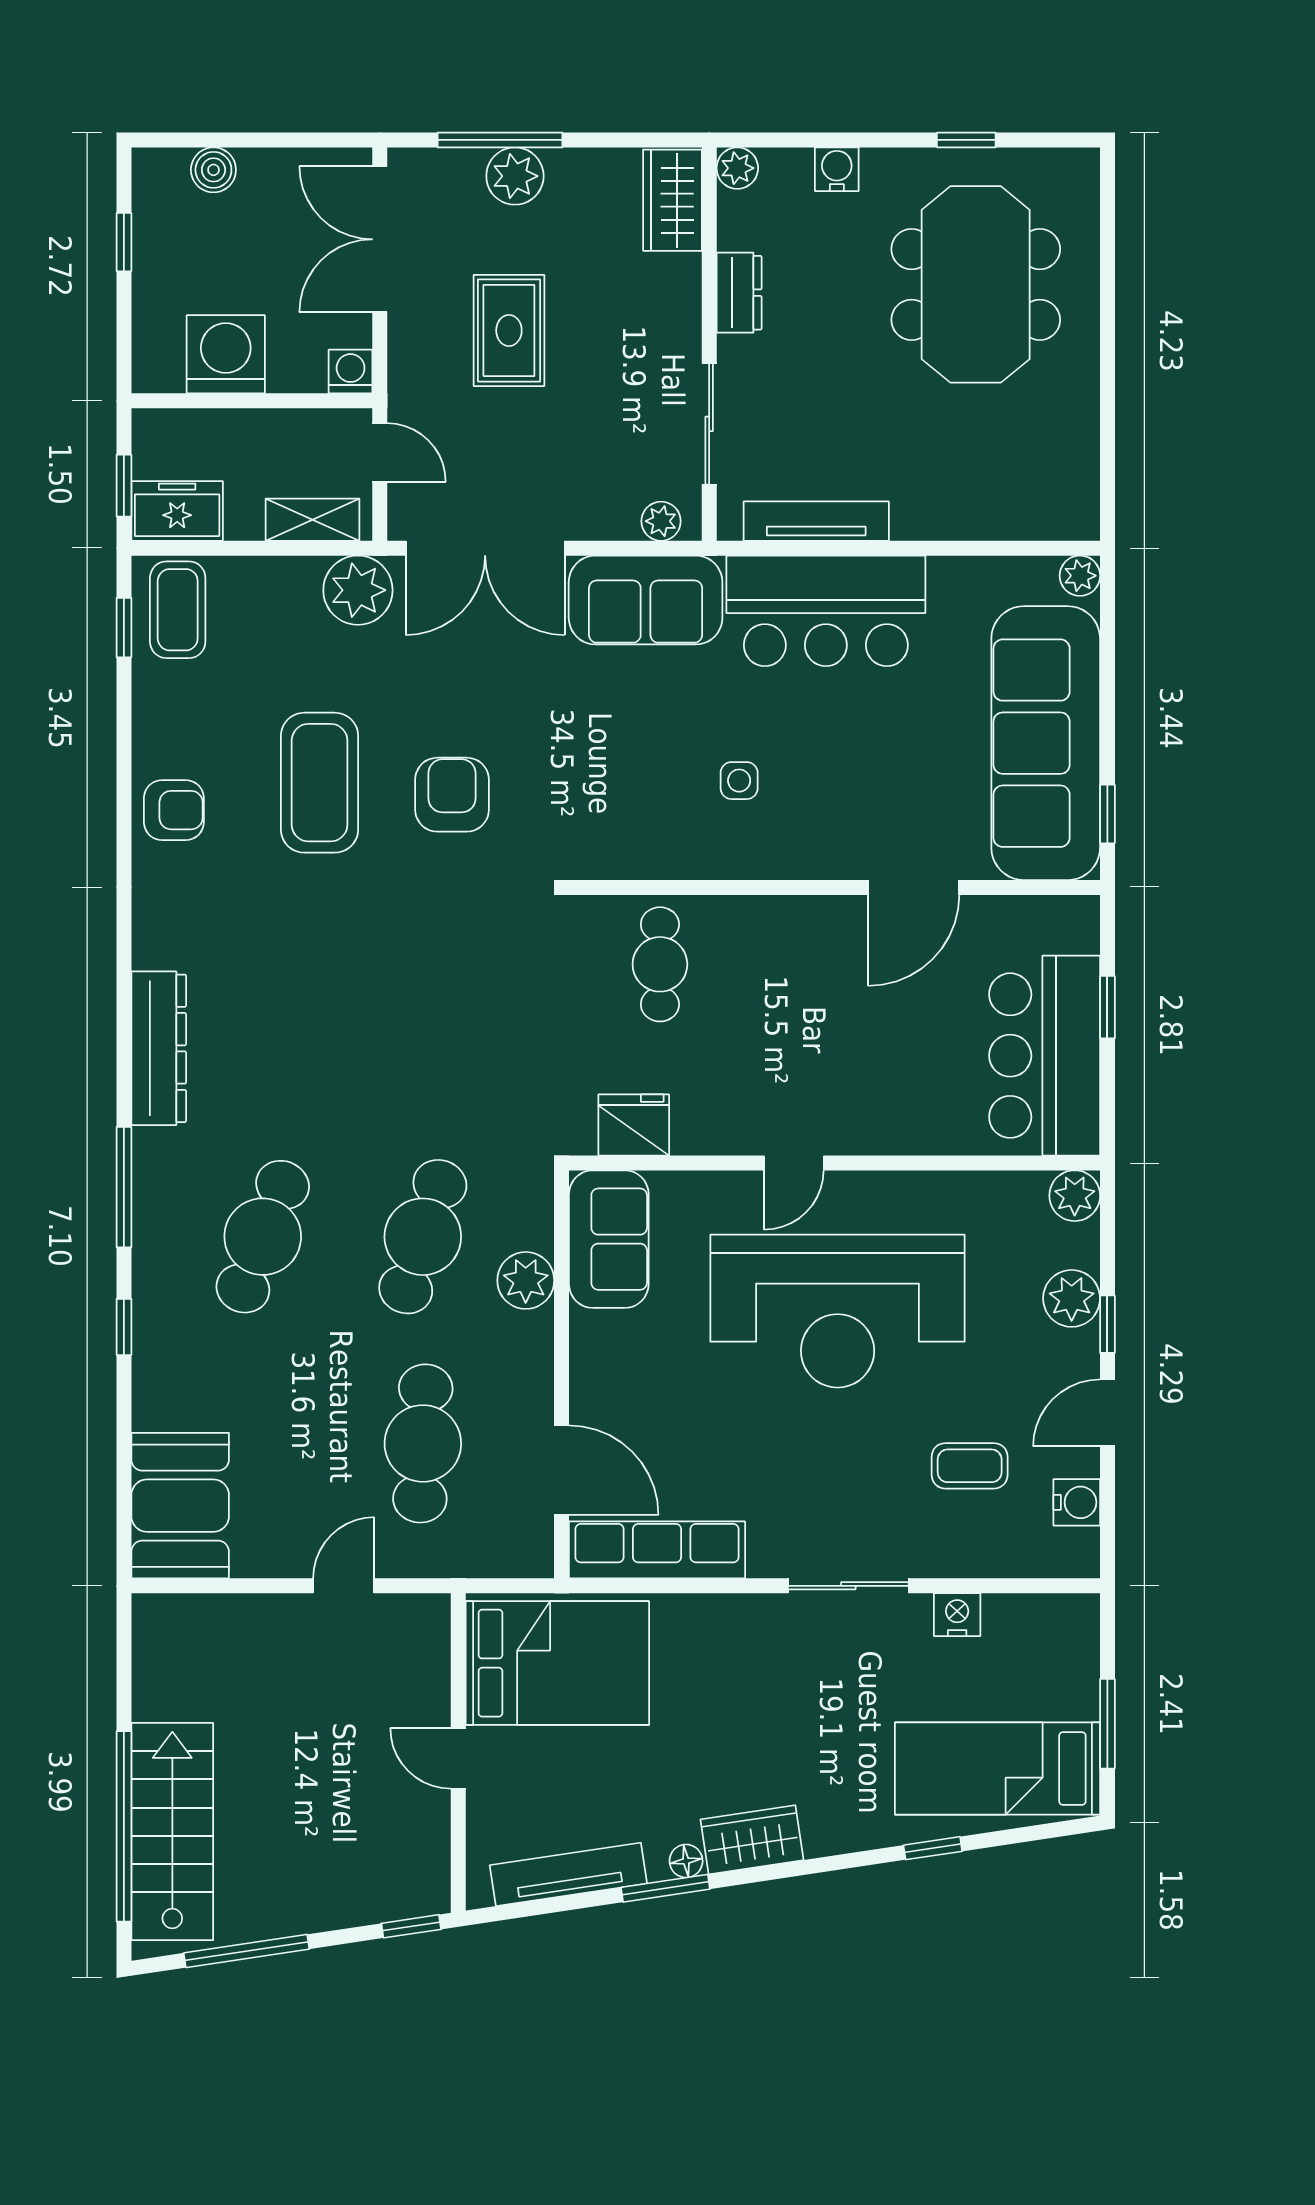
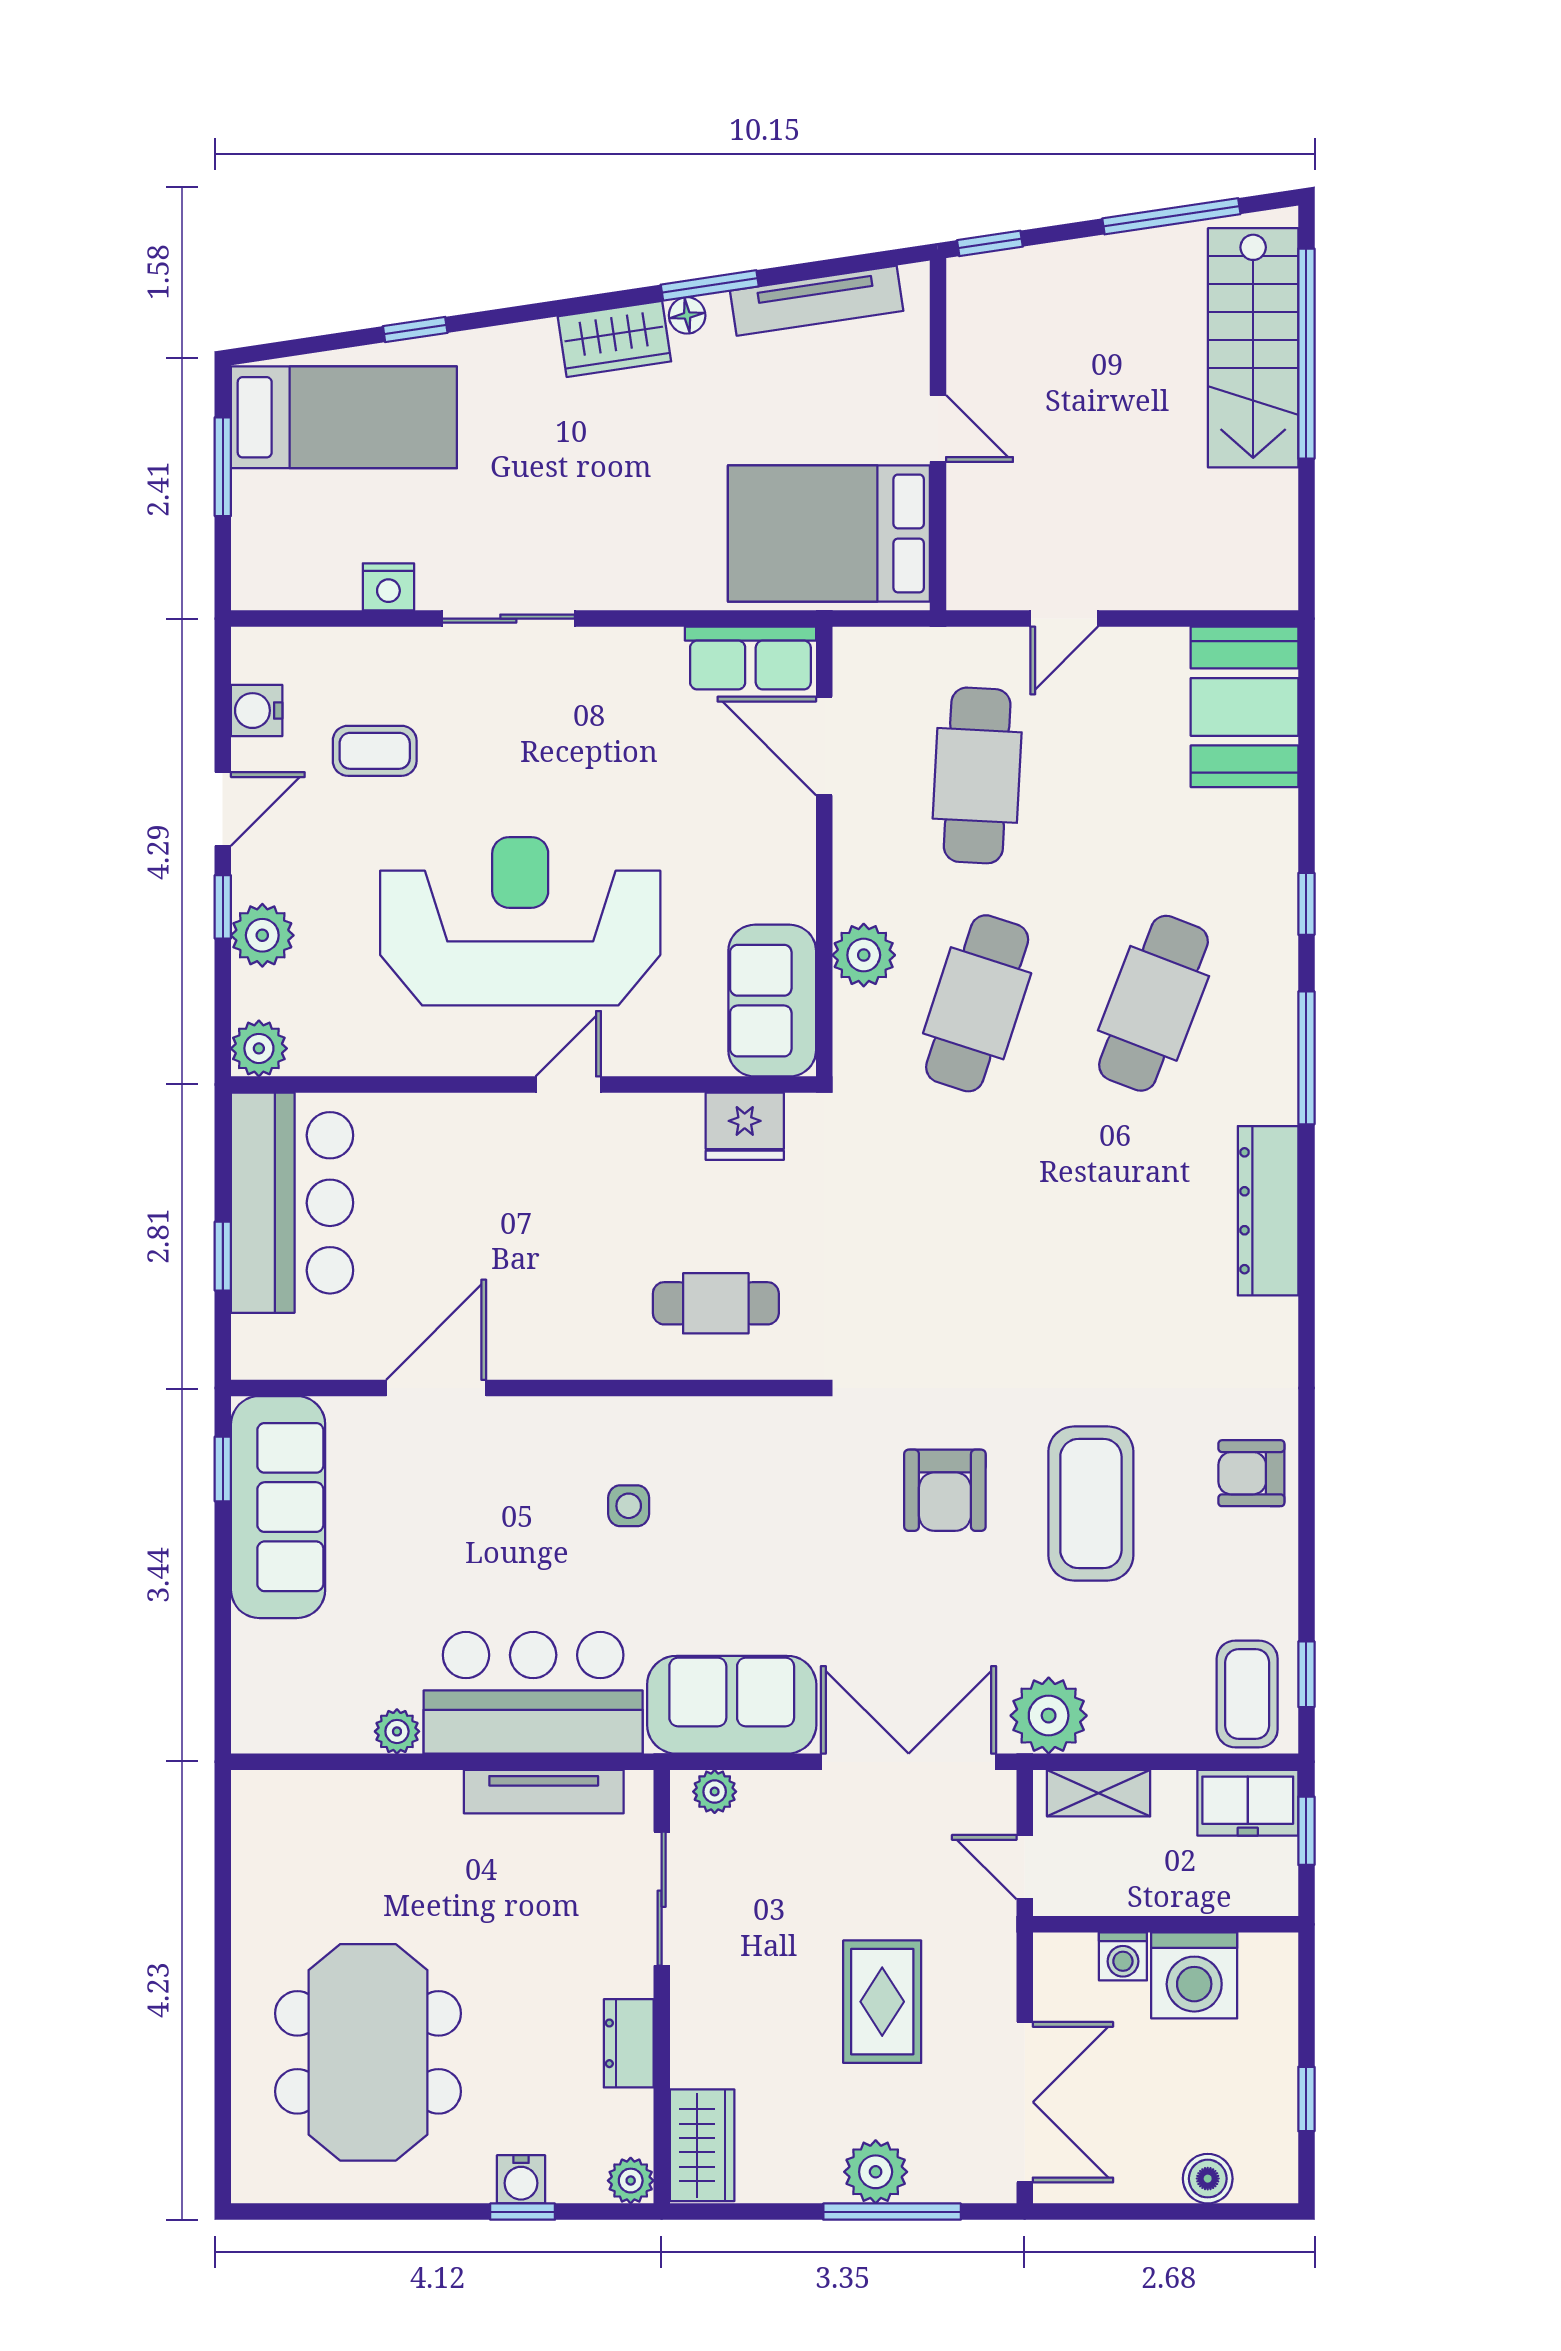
window: (966, 140) -> (523, 2212), moved
washing machine: (351, 371) -> (1123, 1956), moved
plant: (1080, 576) -> (397, 1731), moved
sofa: (1046, 743) -> (278, 1507), width x0.74, depth x0.79
cafe table: (660, 964) -> (716, 1303), turned 90
row of seats: (657, 1550) -> (750, 658), width x0.68

